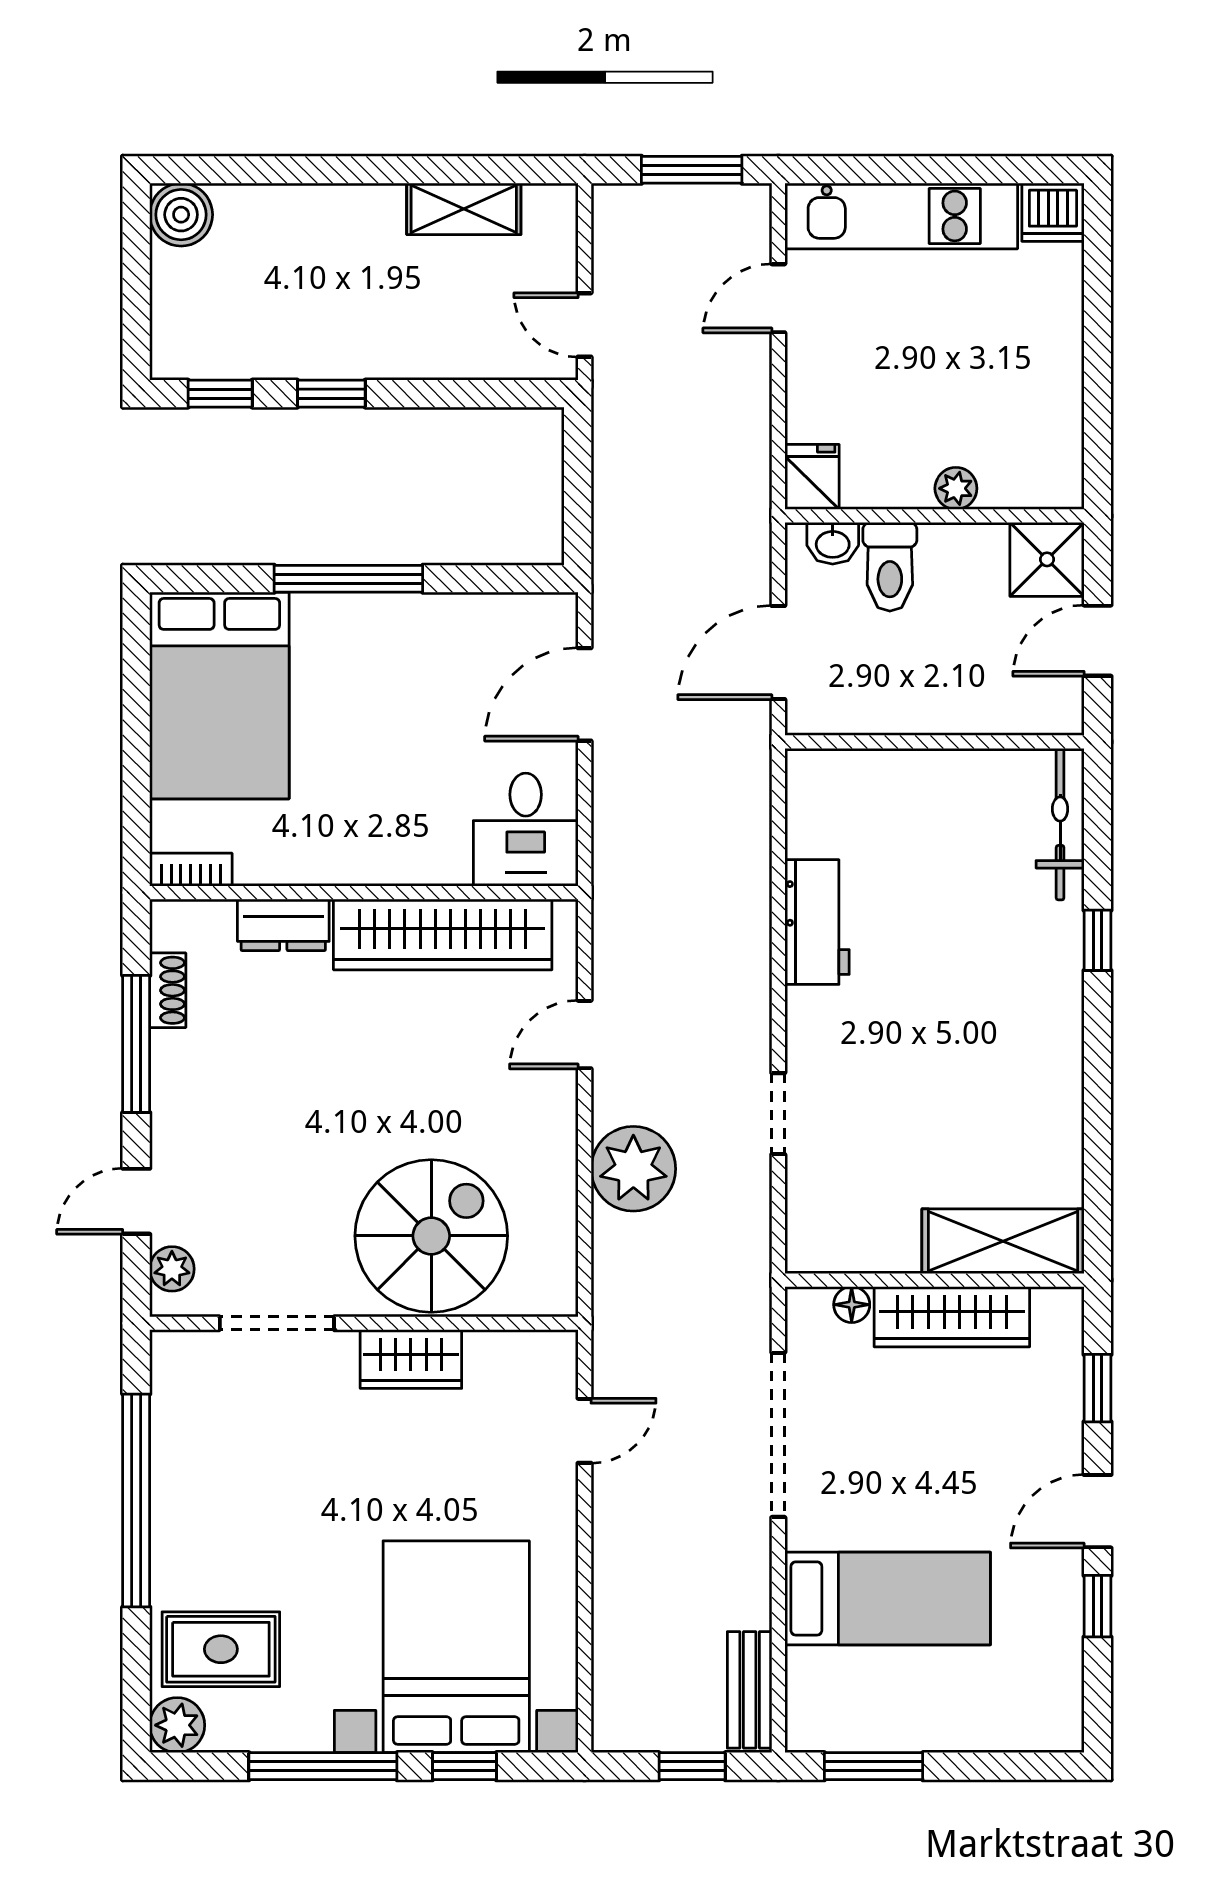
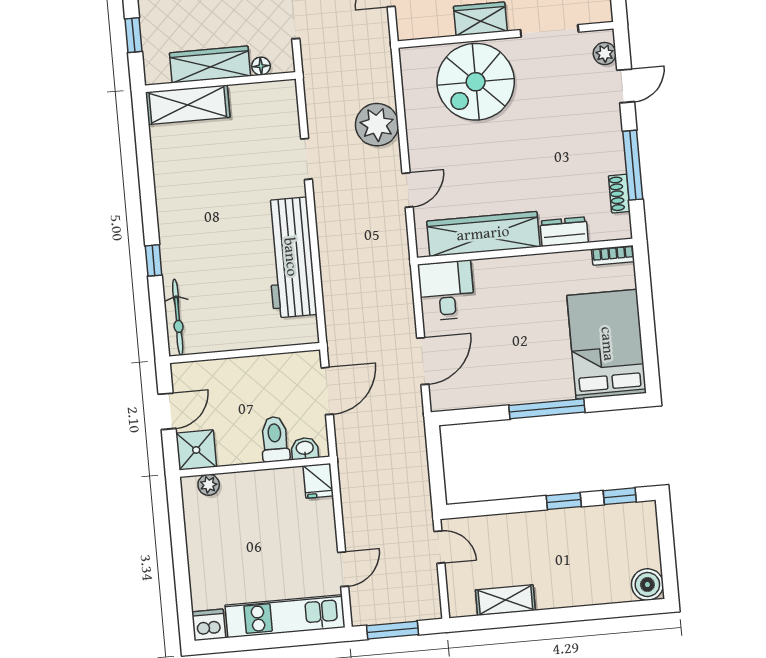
plant: (956, 488) -> (209, 485), moved
workbench: (817, 922) -> (290, 257), width x1.88, depth x1.32

